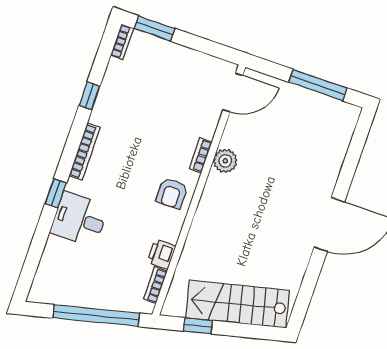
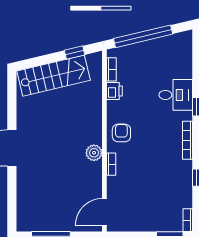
plant: (225, 161) -> (94, 153), moved

